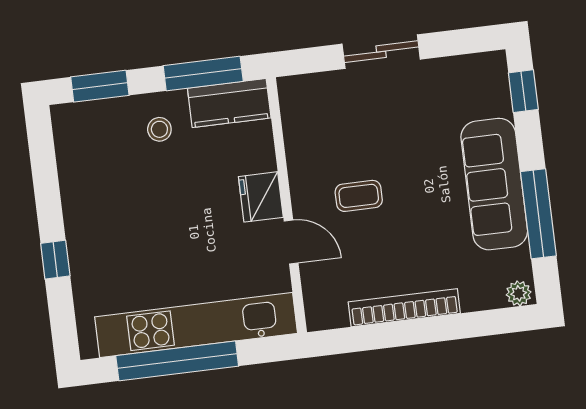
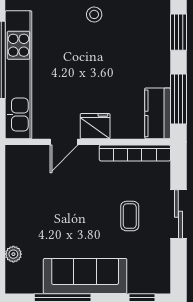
stool: (159, 129) -> (94, 14), moved
coffee table: (359, 196) -> (130, 216), moved
plant: (519, 293) -> (13, 254), moved
bookcase: (404, 308) -> (135, 153), moved, turned 90

